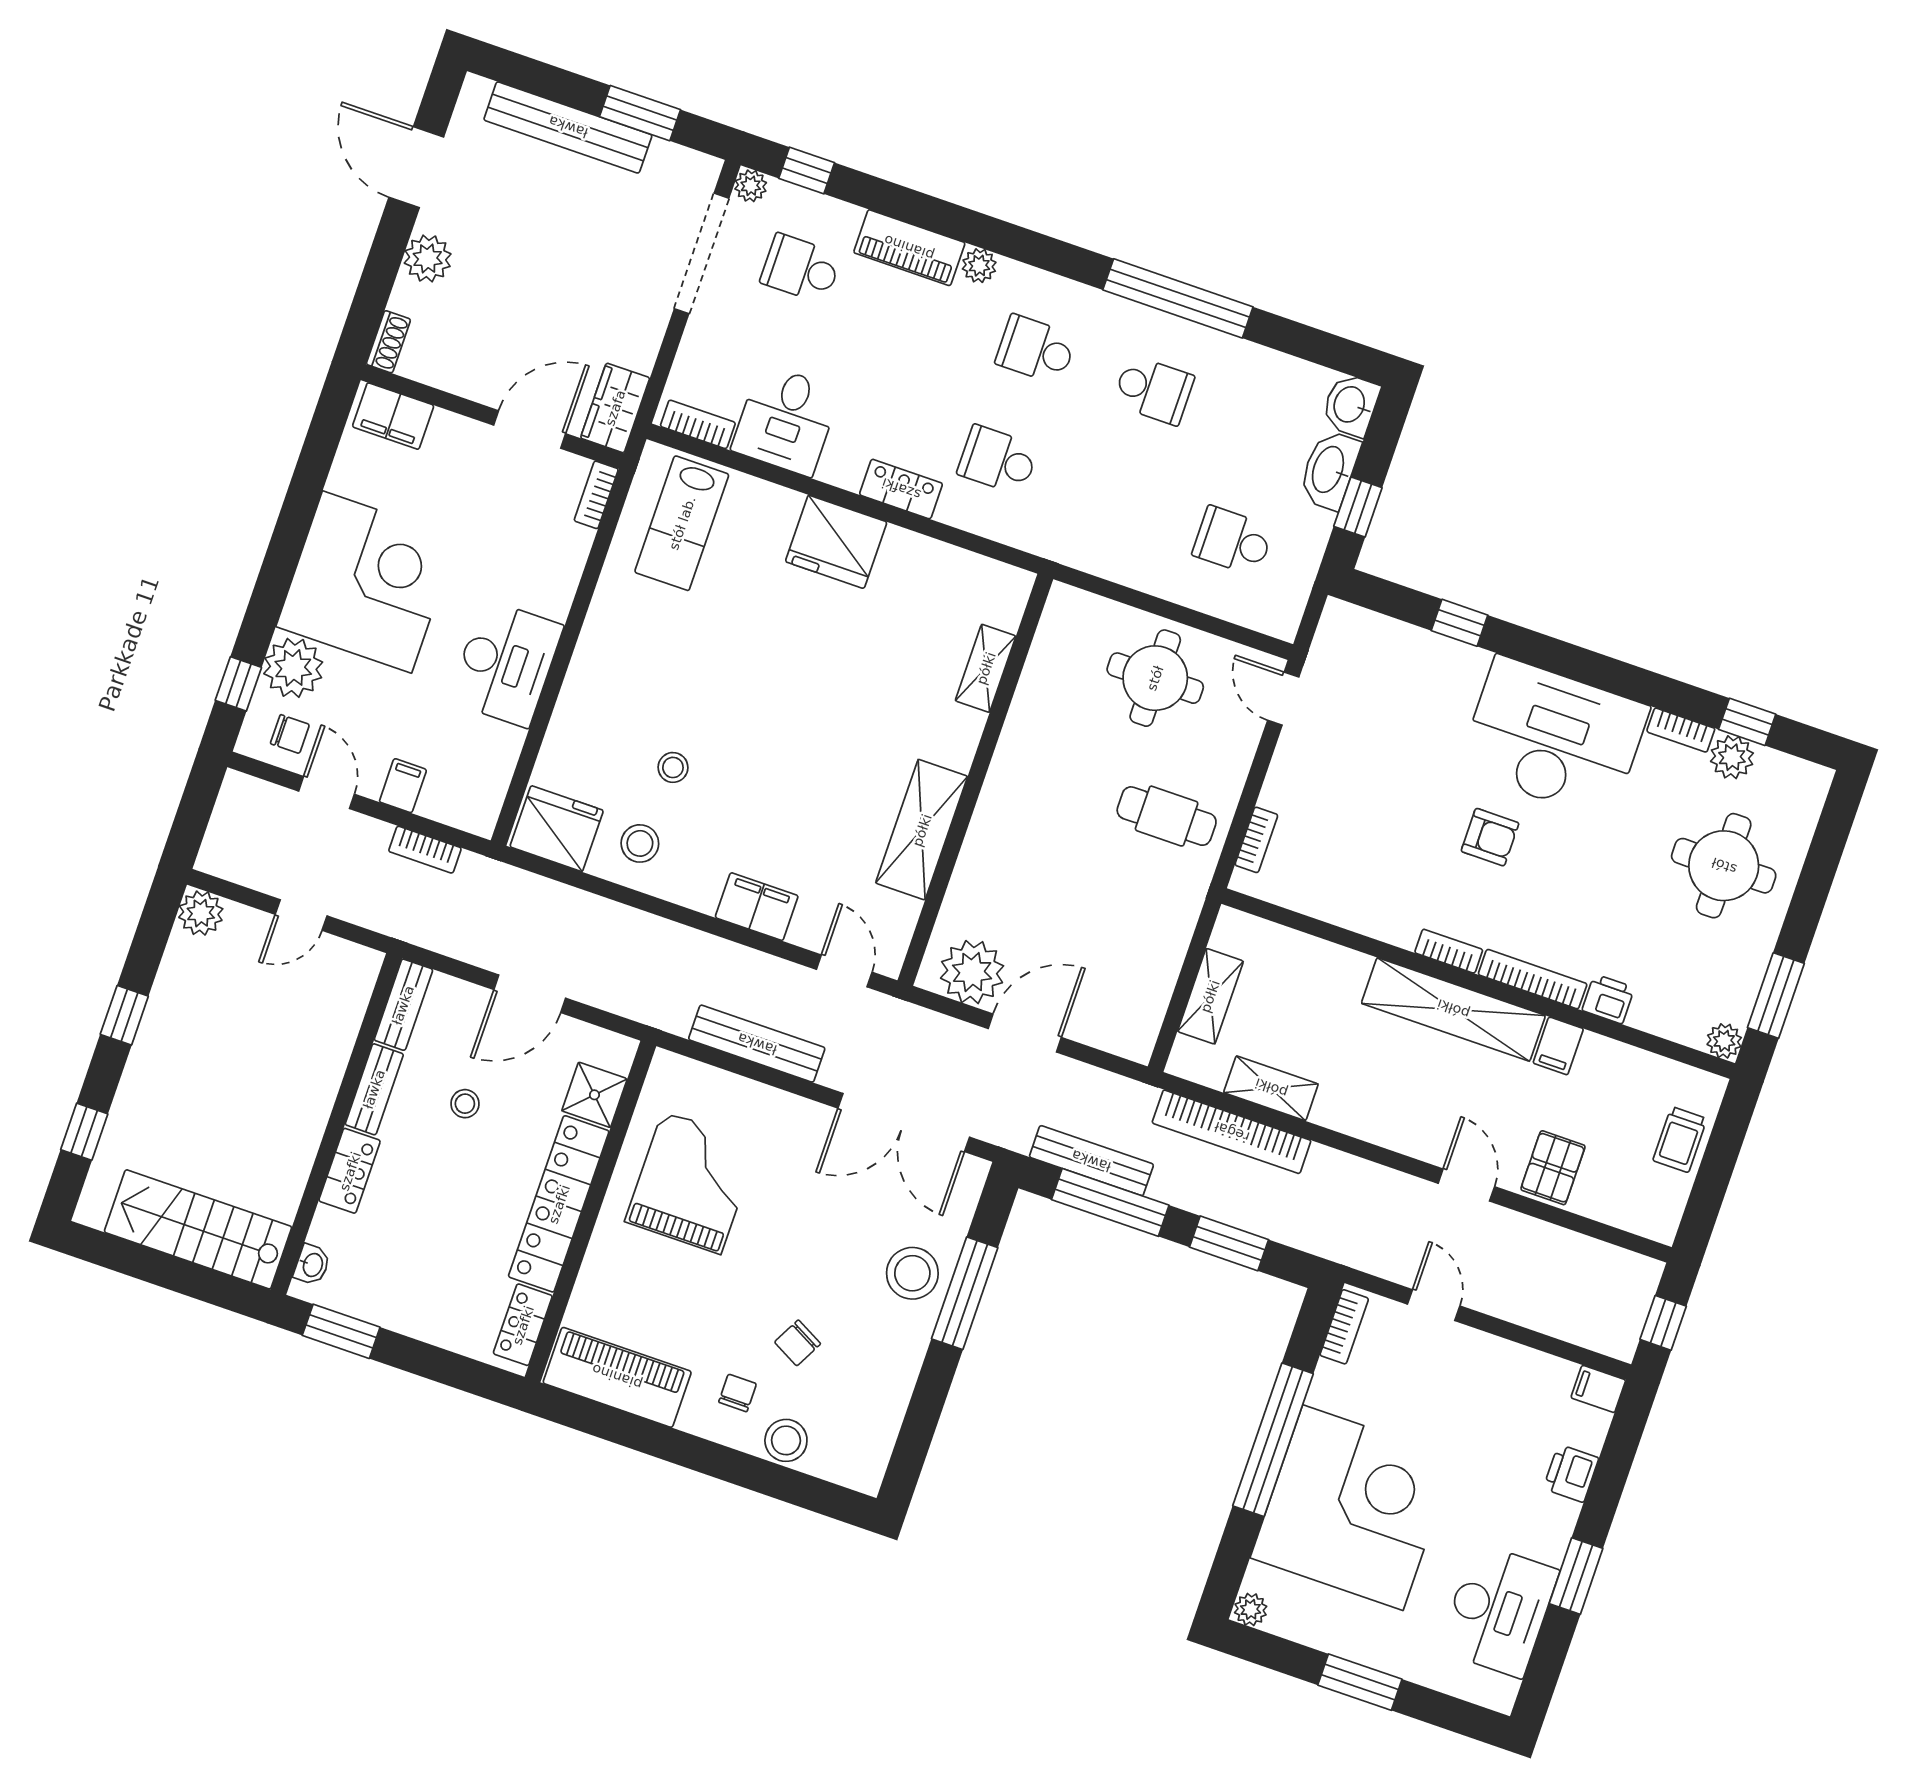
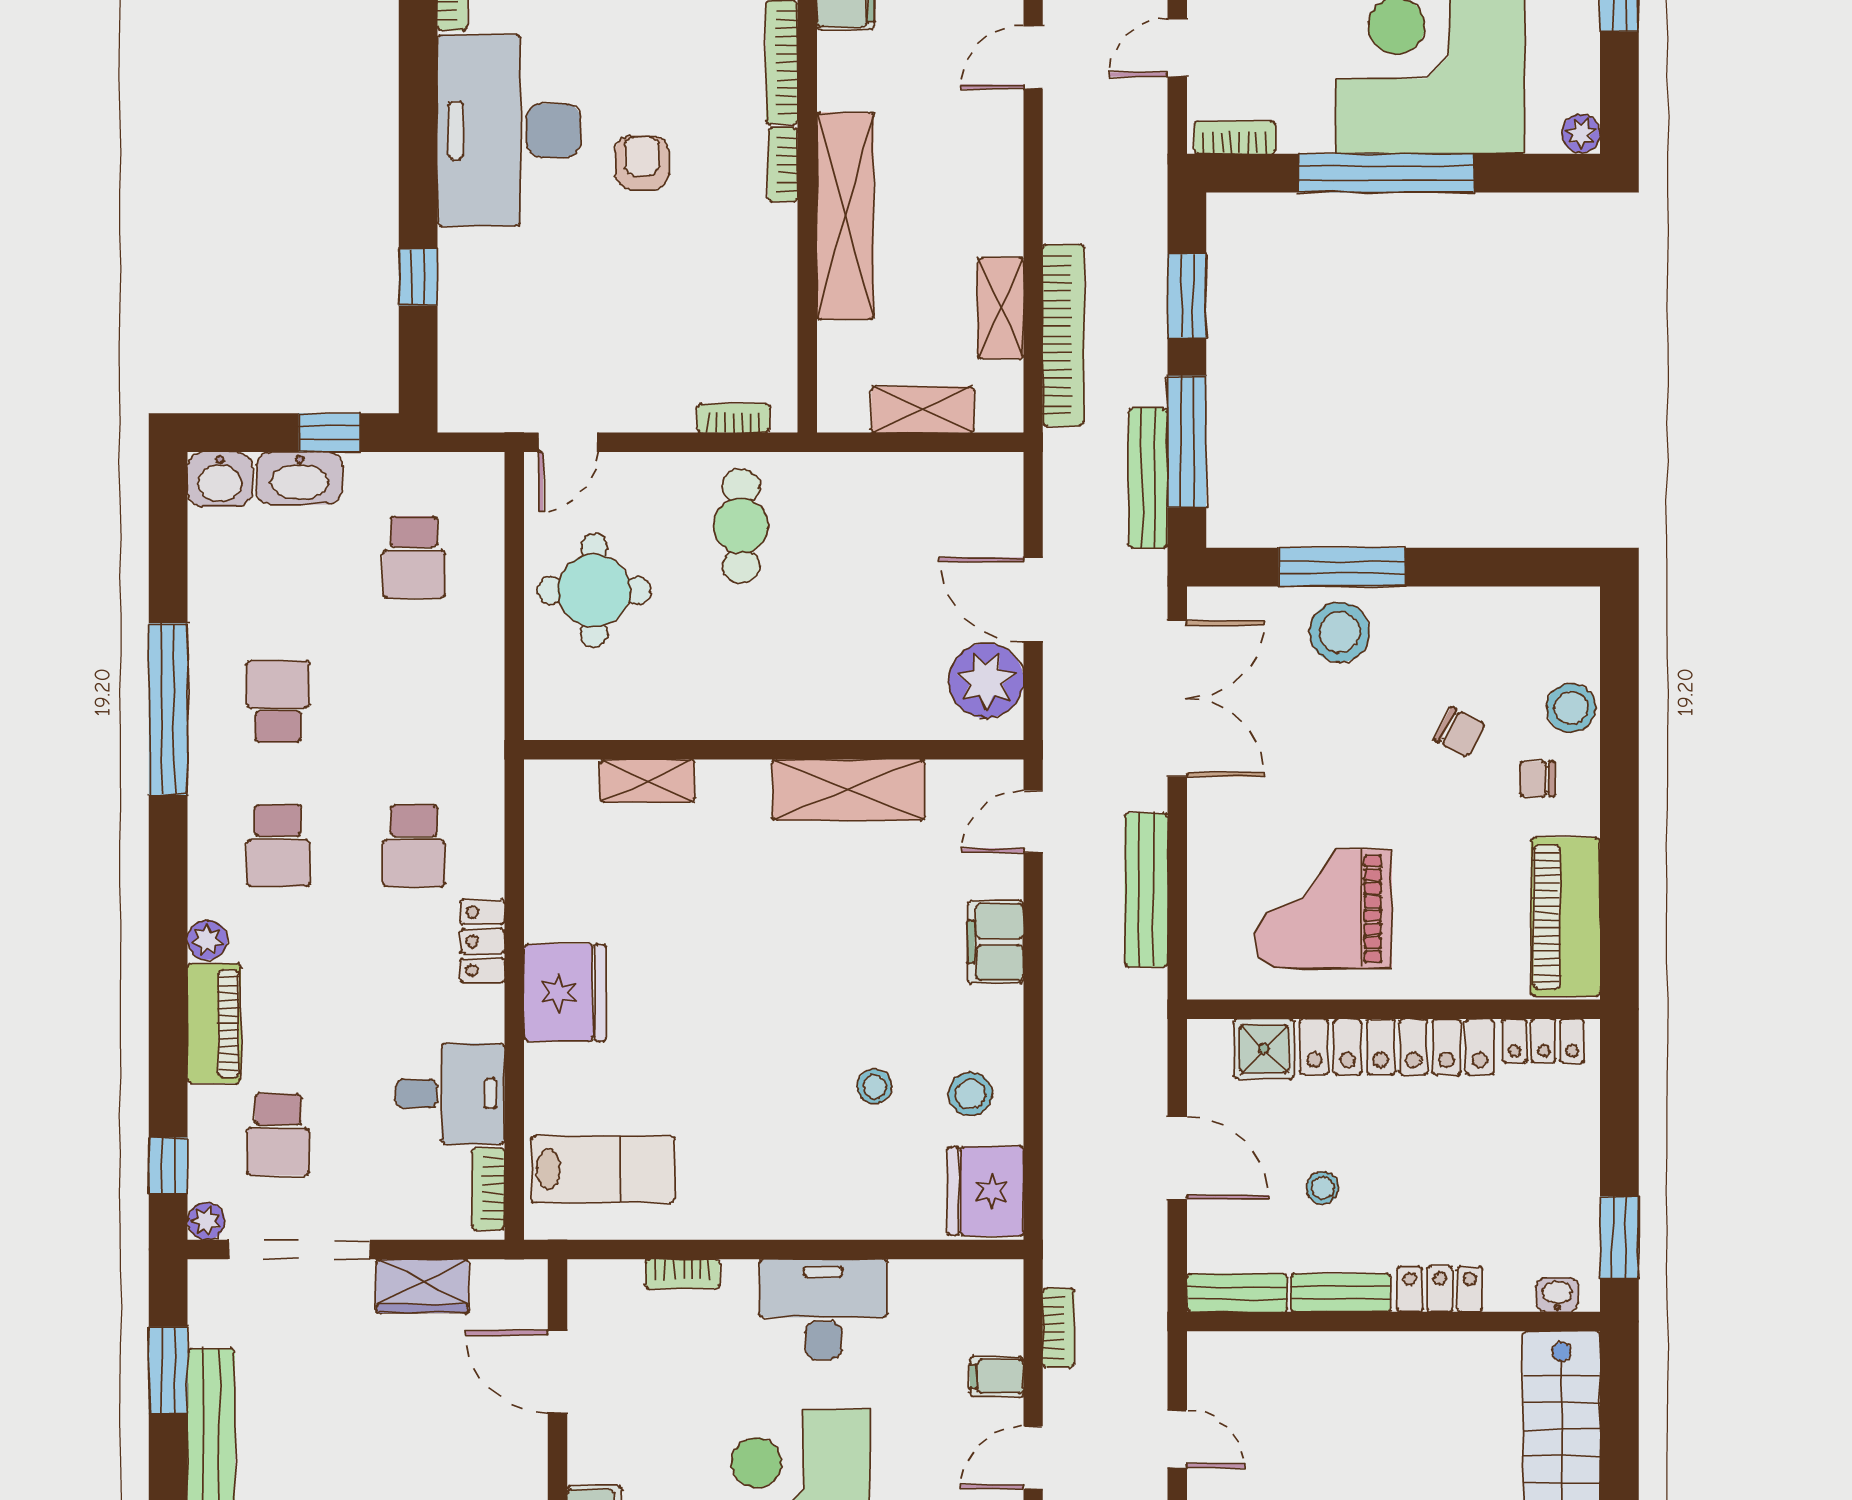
wardrobe: (615, 408) -> (422, 1286), moved
bookcase: (596, 495) -> (683, 1274), moved
shelving: (1453, 1009) -> (845, 216), moved

